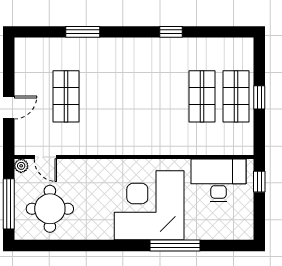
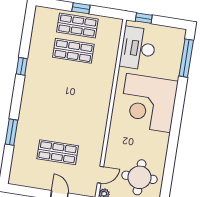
window: (175, 246) -> (186, 58), moved

